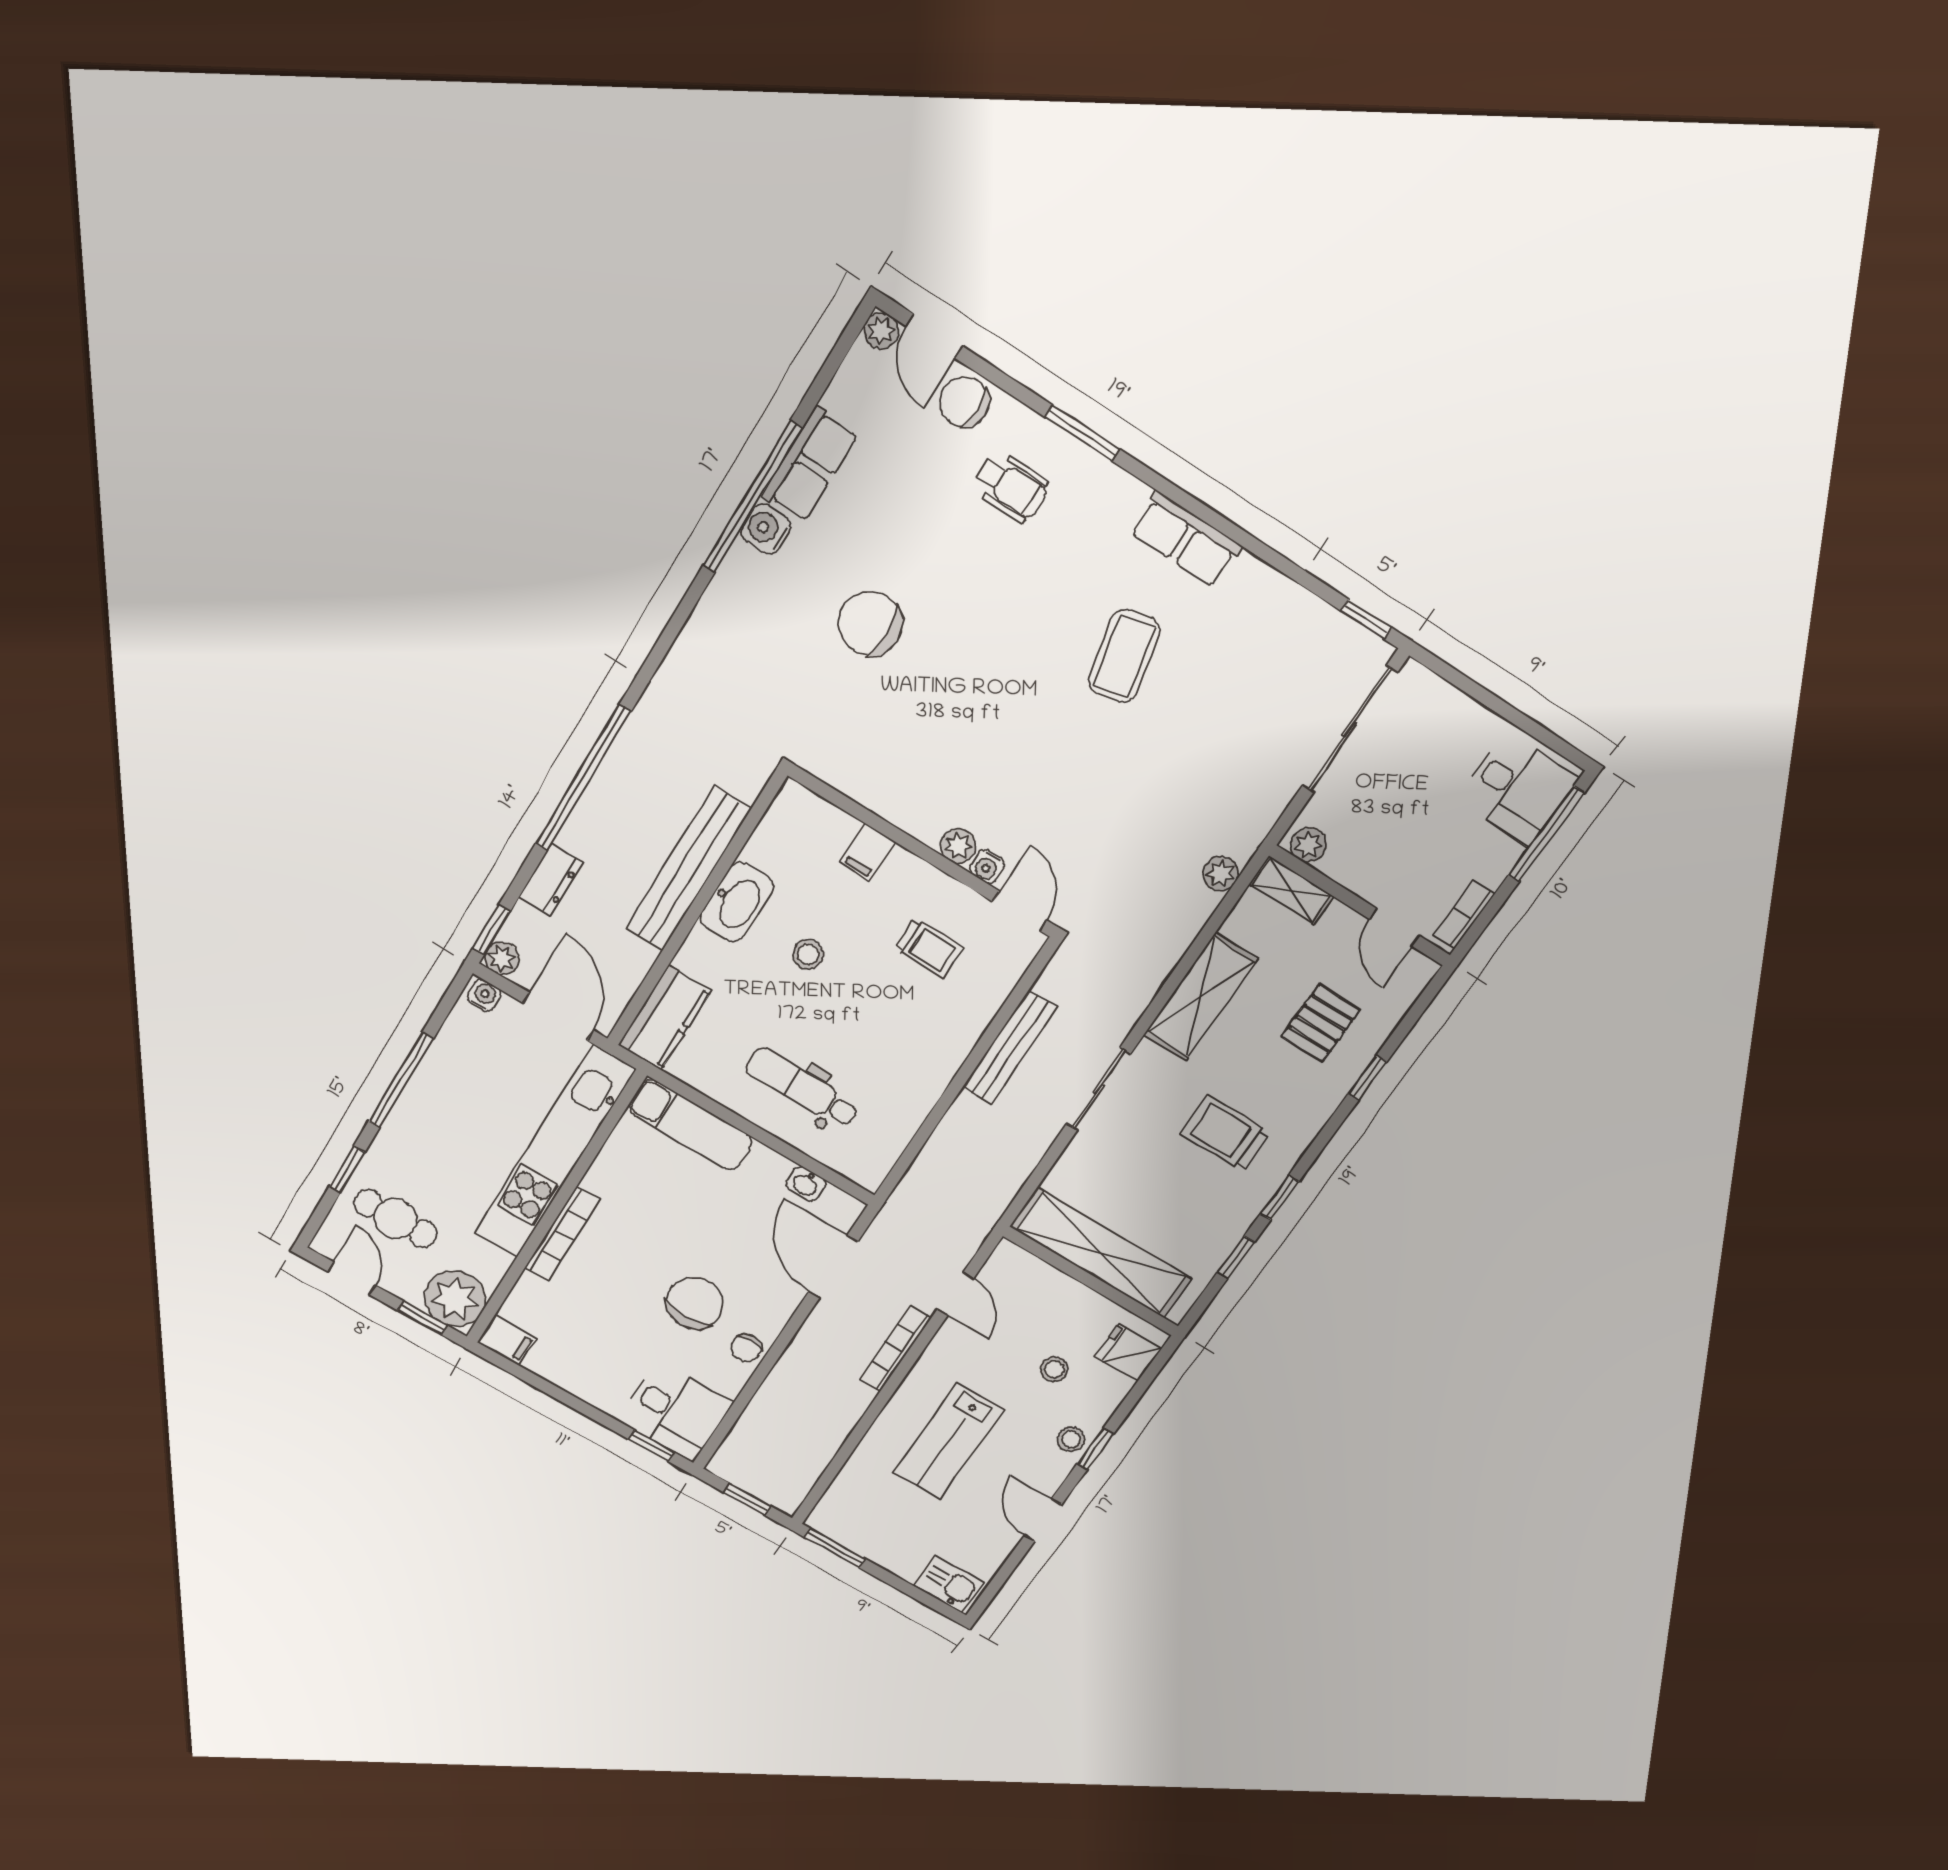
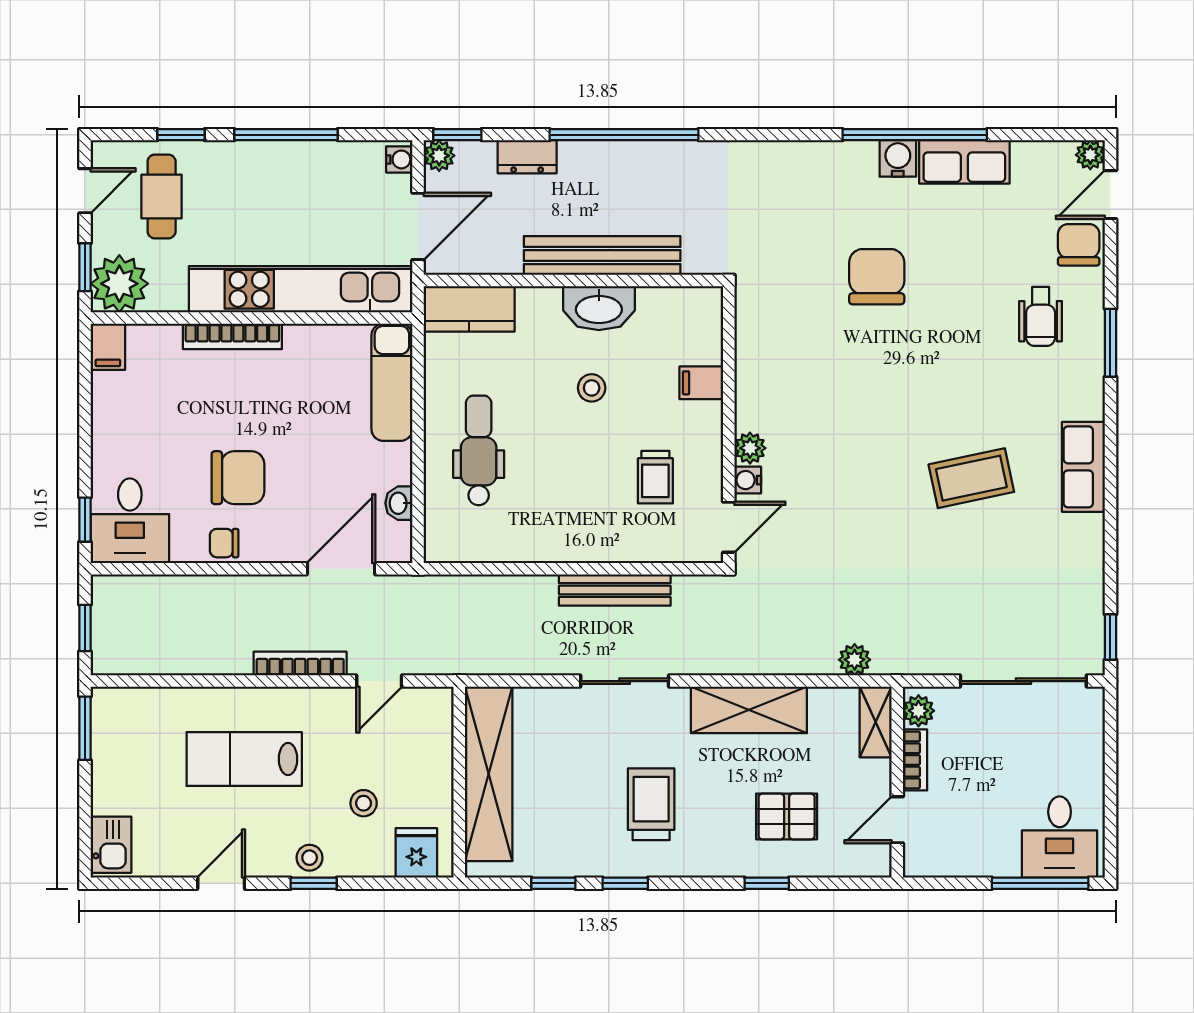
bookcase: (1464, 914) -> (915, 760), moved, turned 90

